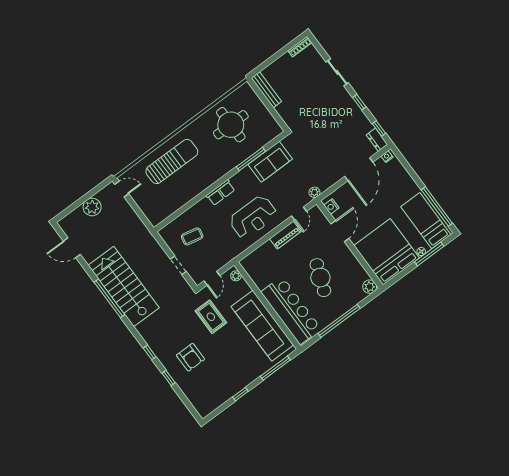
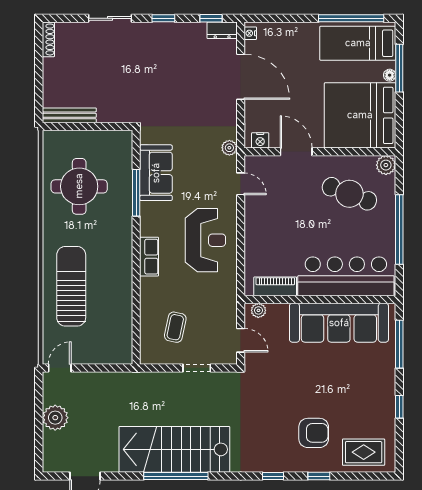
piano: (285, 235) -> (275, 286), moved, turned -90
cafe table: (320, 278) -> (349, 194), moved
rug: (211, 317) -> (364, 452), moved

